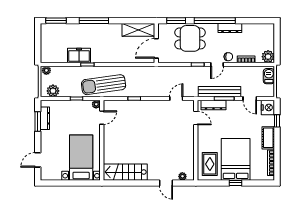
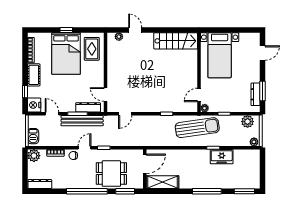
dresser: (230, 28) -> (40, 184), moved

